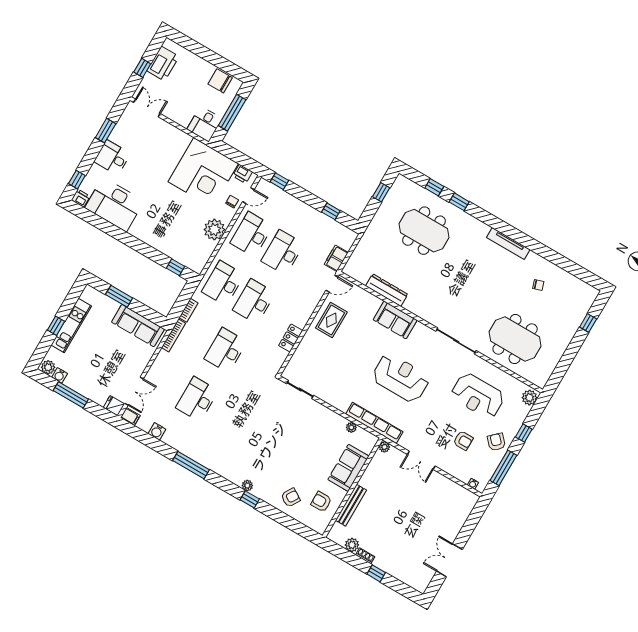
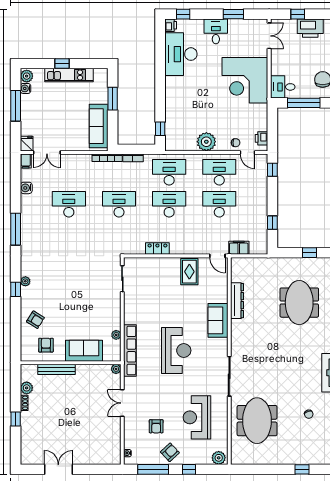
corner desk: (203, 173) -> (245, 80), moved
rug: (331, 320) -> (189, 272), turned 90

